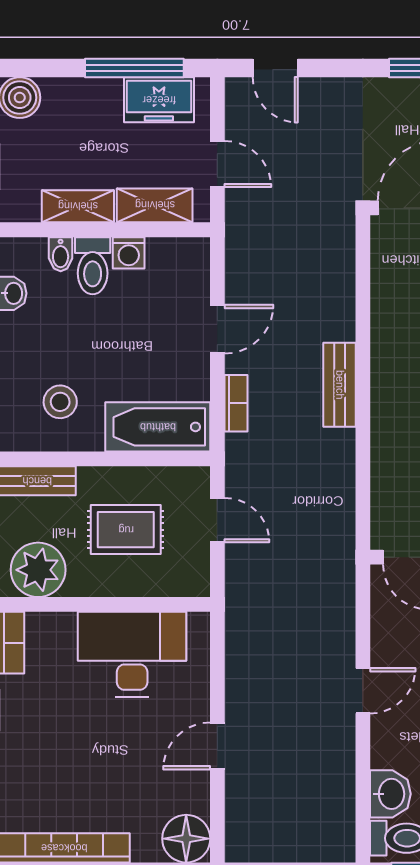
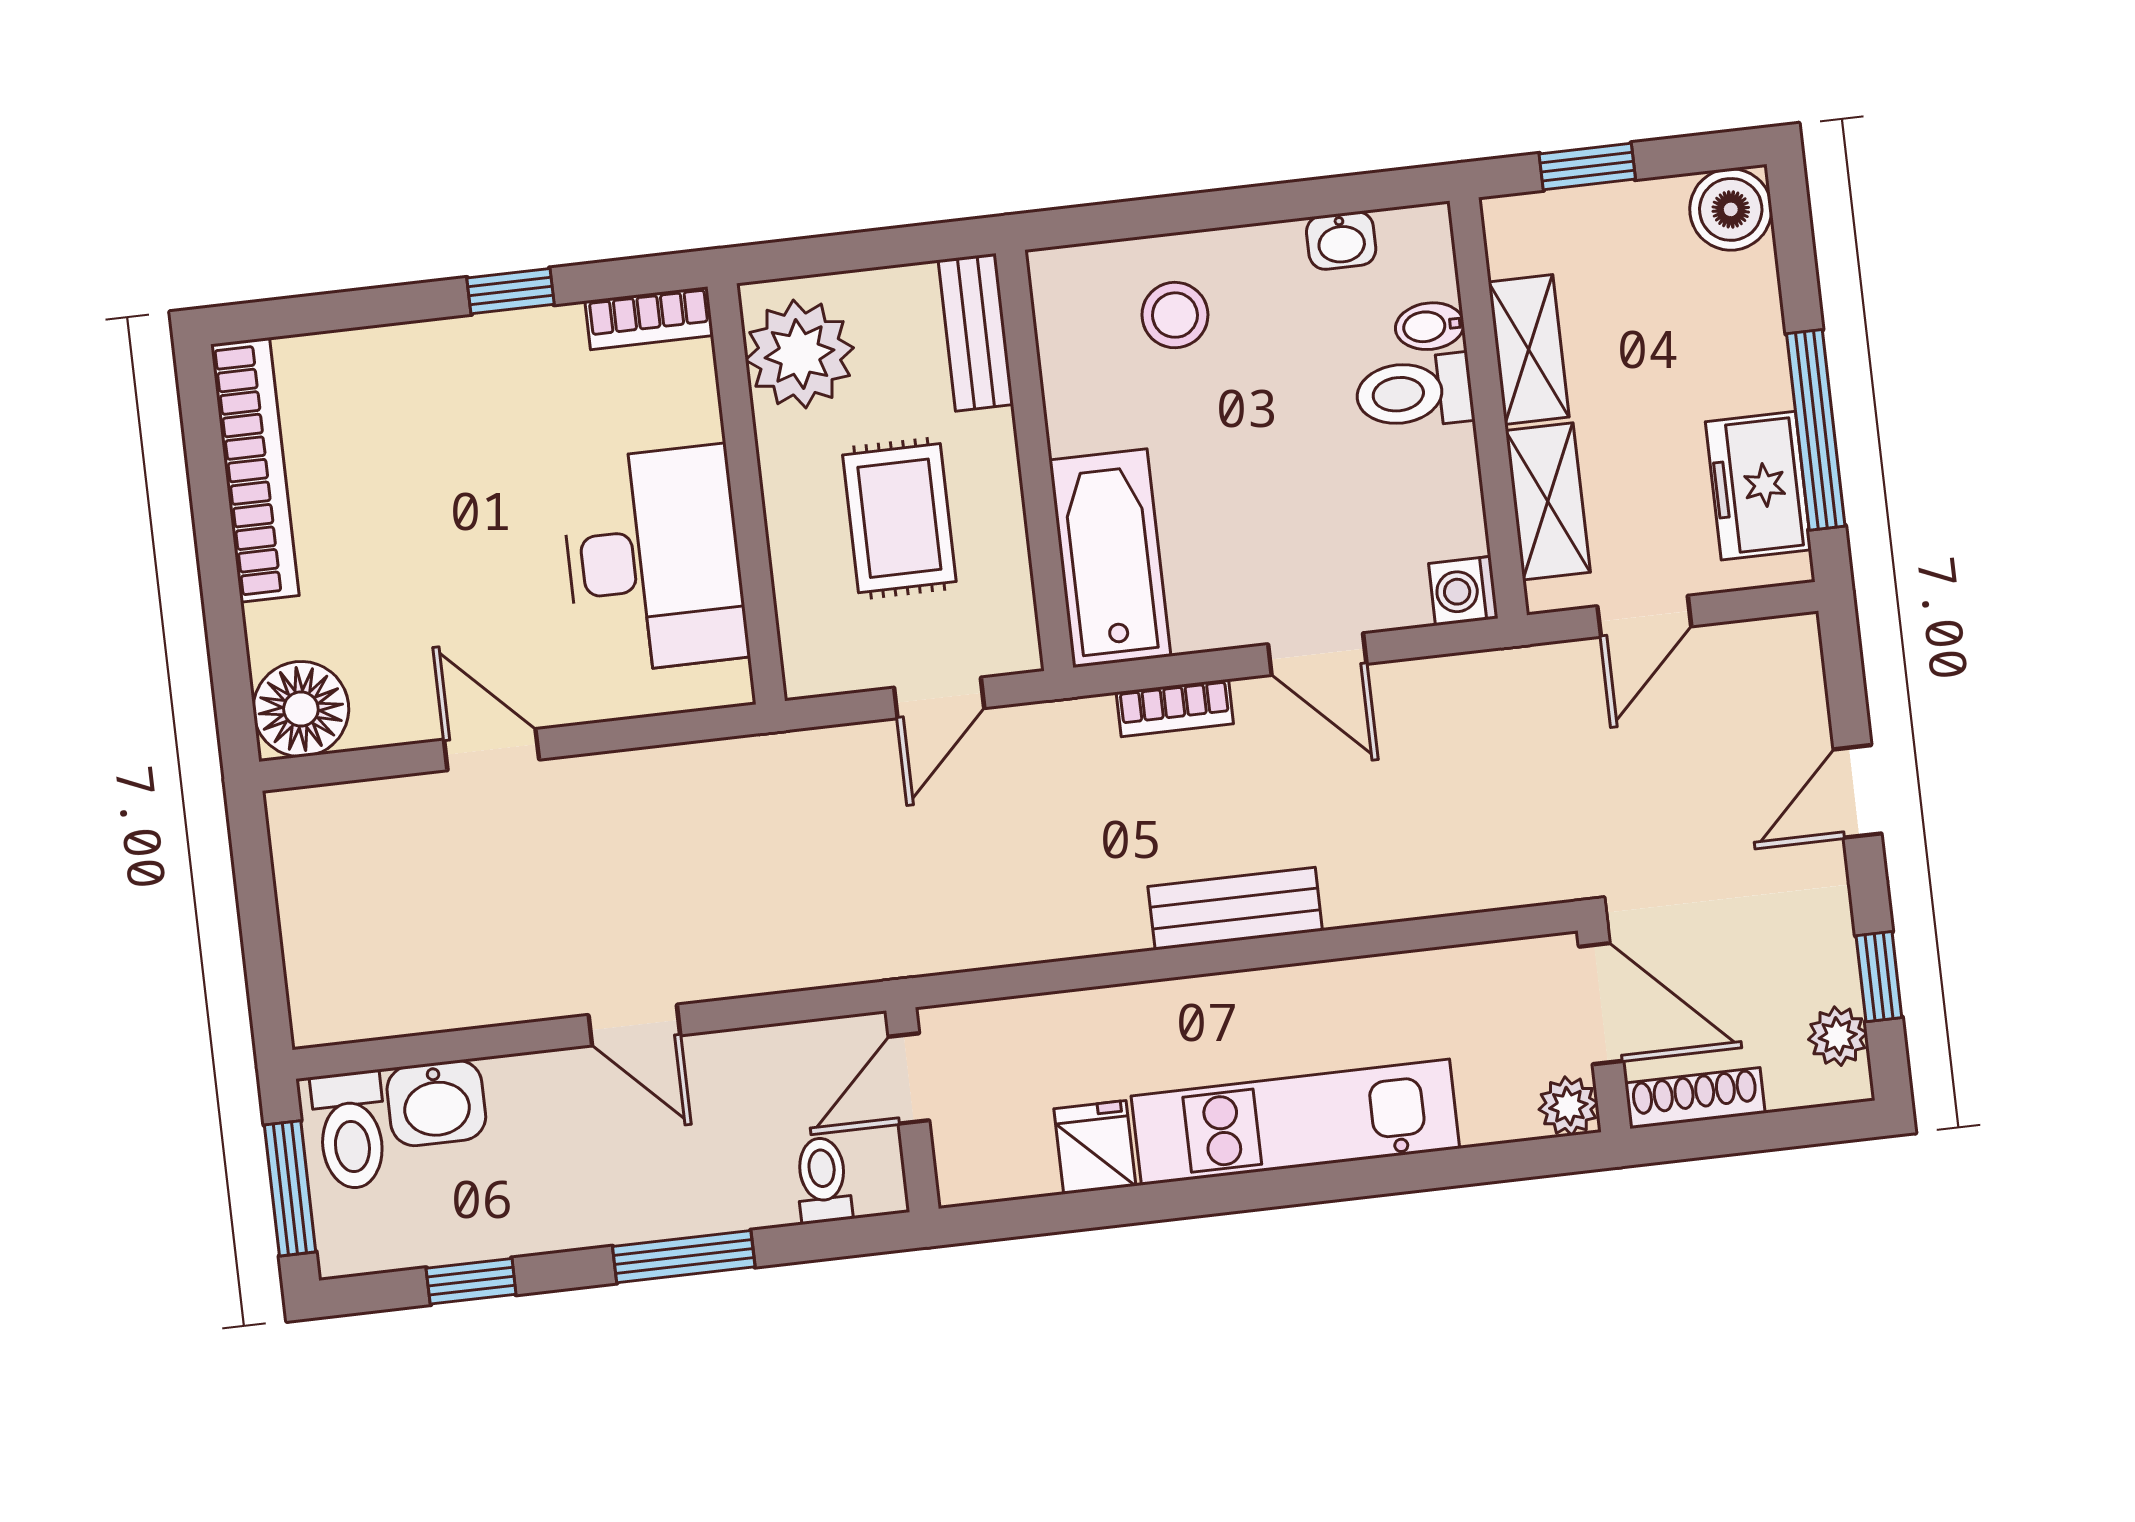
door: (275, 68) -> (1858, 791), moved
washing machine: (129, 253) -> (1463, 591), moved
stool: (60, 402) -> (1175, 315), moved

